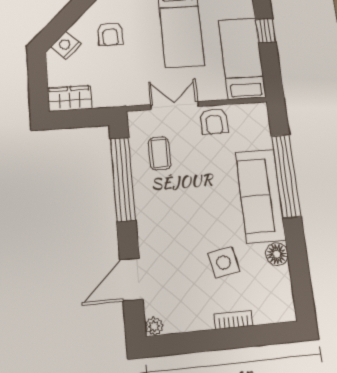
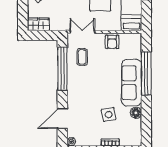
double door: (174, 106) -> (82, 32), moved

